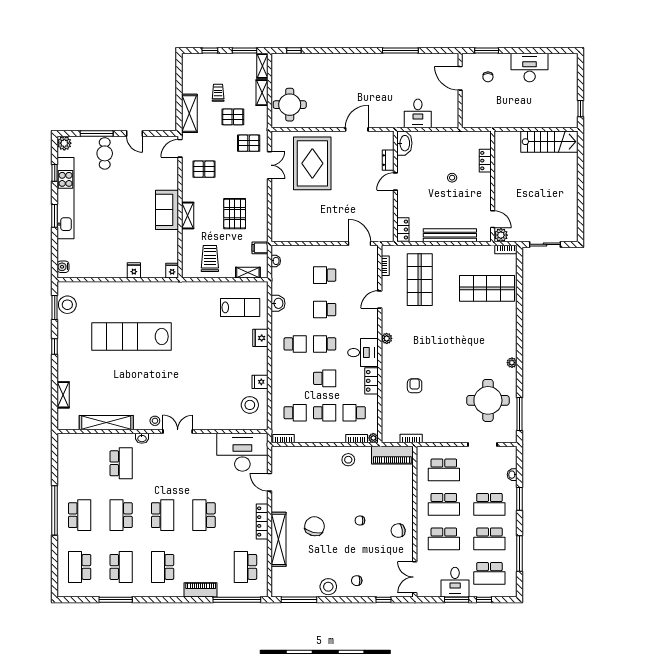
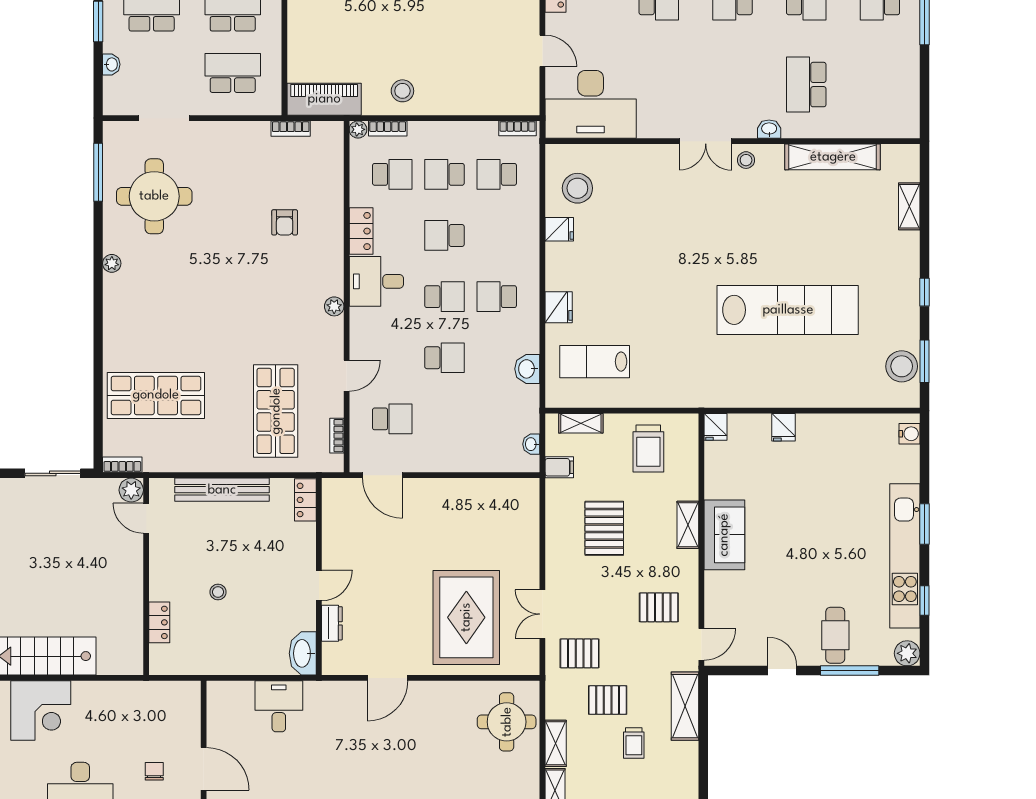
corner desk: (552, 111) -> (41, 711), added
school desk: (325, 275) -> (392, 419), moved

